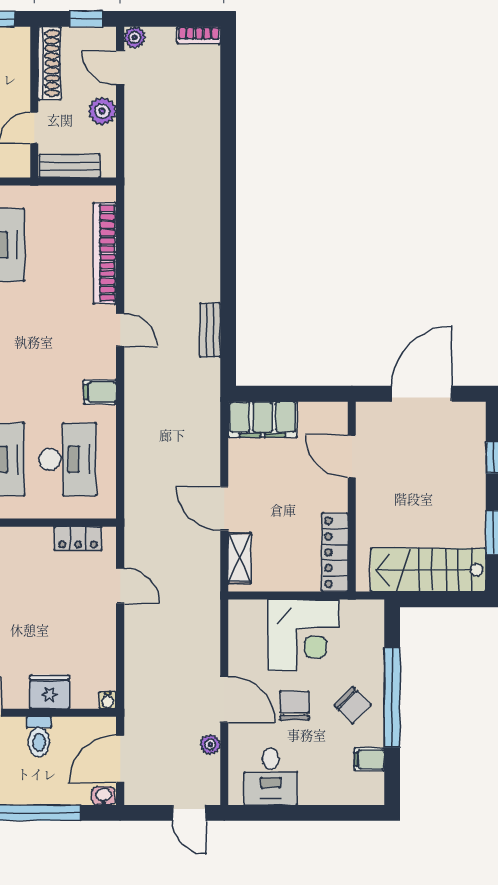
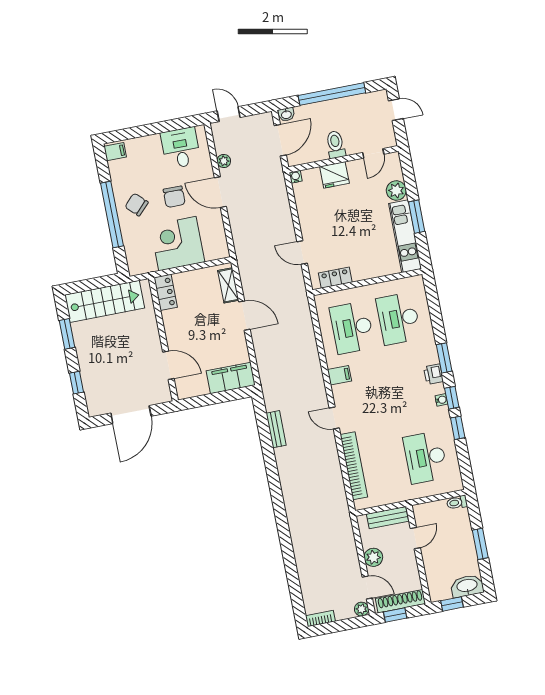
shoe rack: (49, 63) -> (400, 601), moved, turned 90
locker: (335, 552) -> (166, 292), width x0.66
filing cabinet: (369, 759) -> (115, 152), moved

